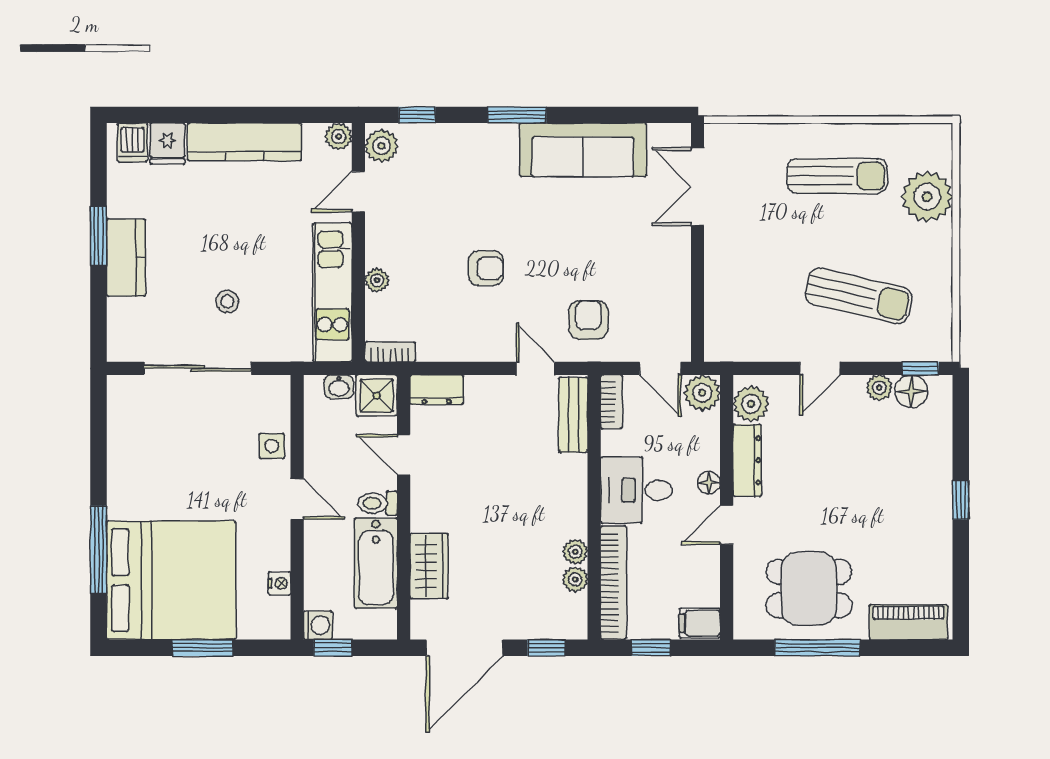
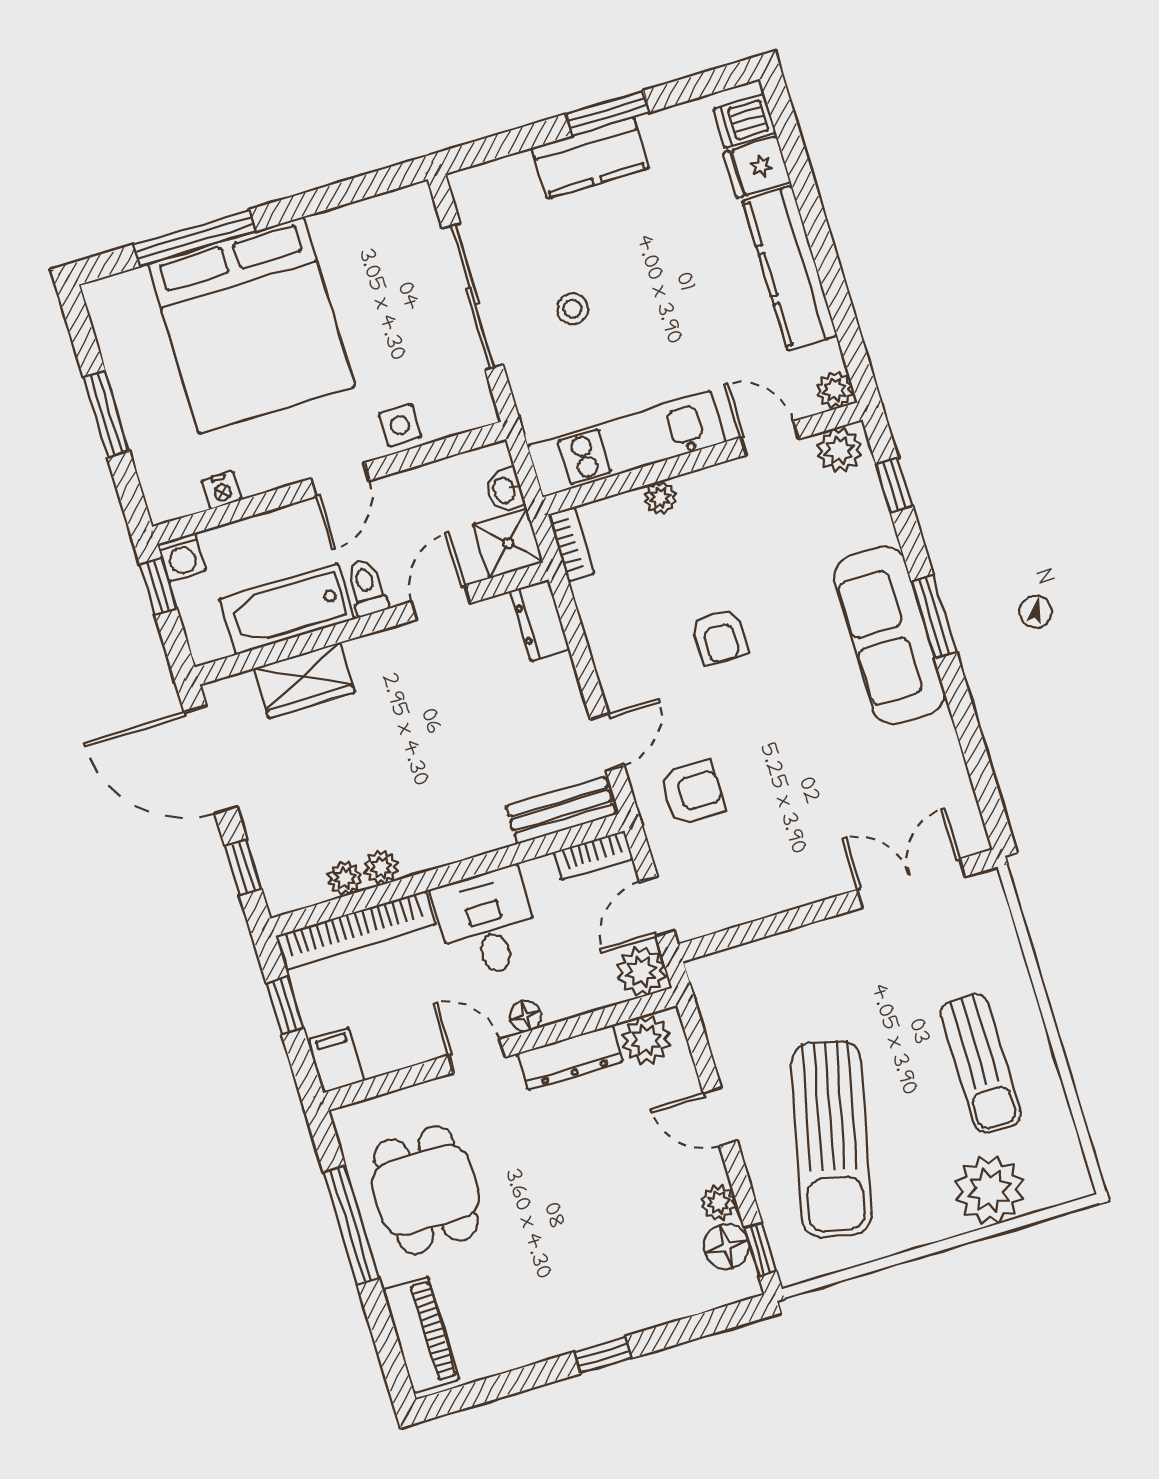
sofa: (583, 150) -> (889, 635), moved
sun lounger: (859, 296) -> (831, 1139), width x1.36, depth x1.34
bed: (171, 580) -> (251, 325), moved

